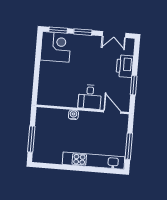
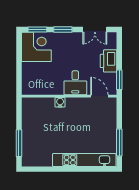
desk: (90, 97) -> (75, 83), moved
wall: (83, 109) -> (69, 96), moved
door: (112, 112) -> (99, 96), moved
water cooler: (73, 115) -> (60, 102), moved

